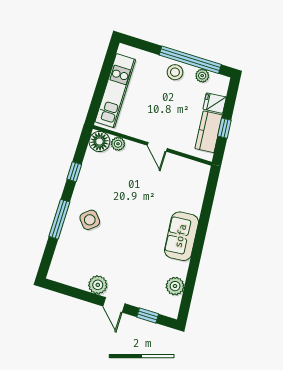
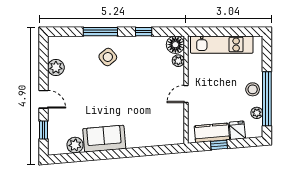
sofa: (181, 236) -> (104, 139), moved
plant: (98, 285) -> (56, 67), moved
door: (114, 305) -> (43, 99), swing flipped

